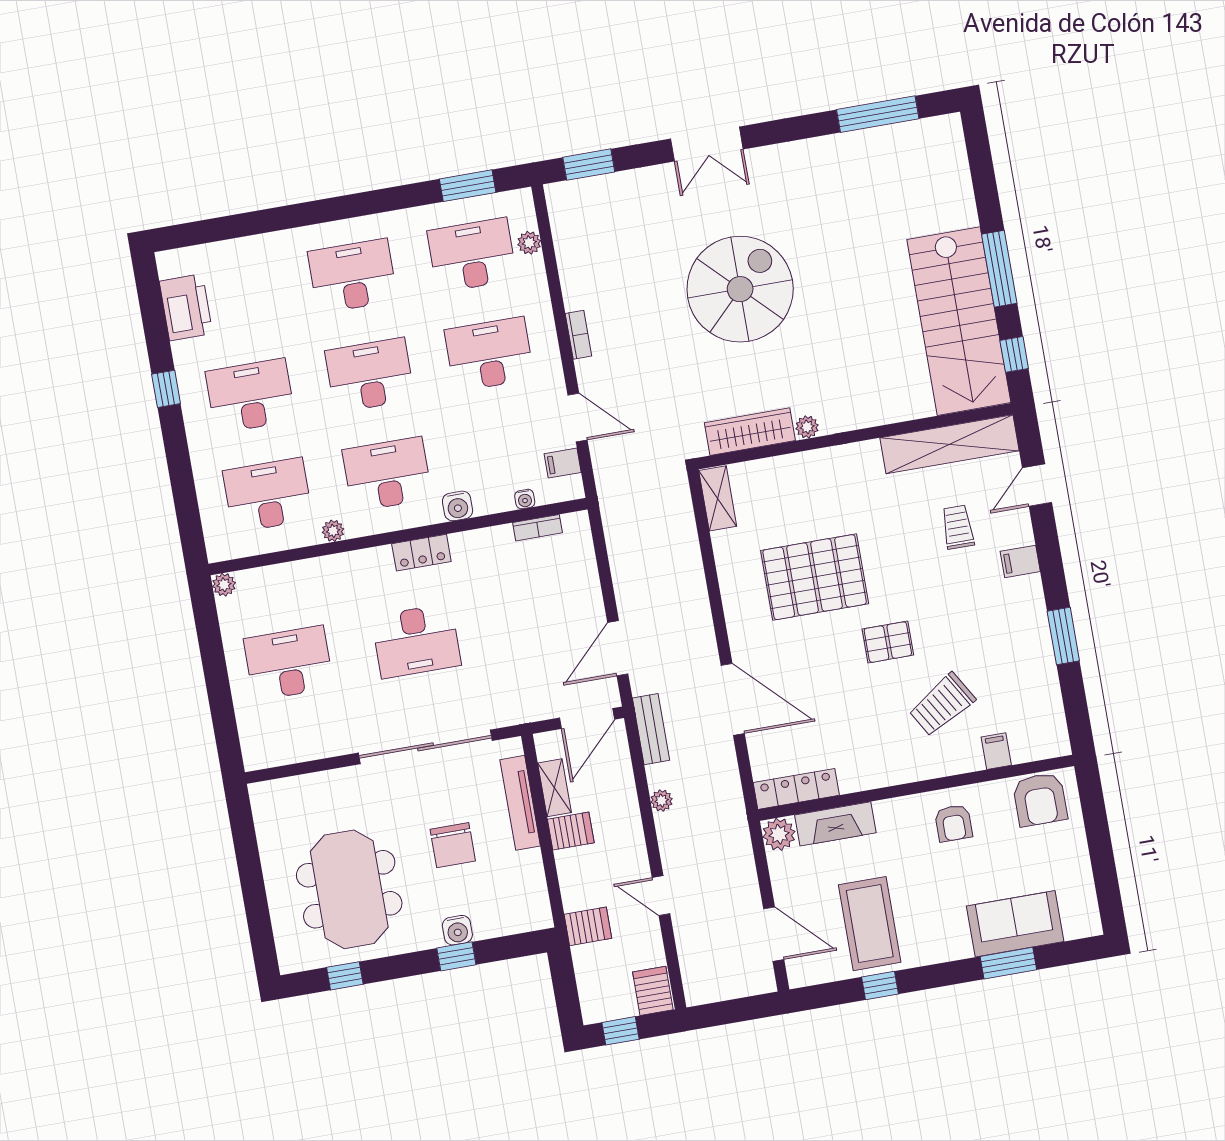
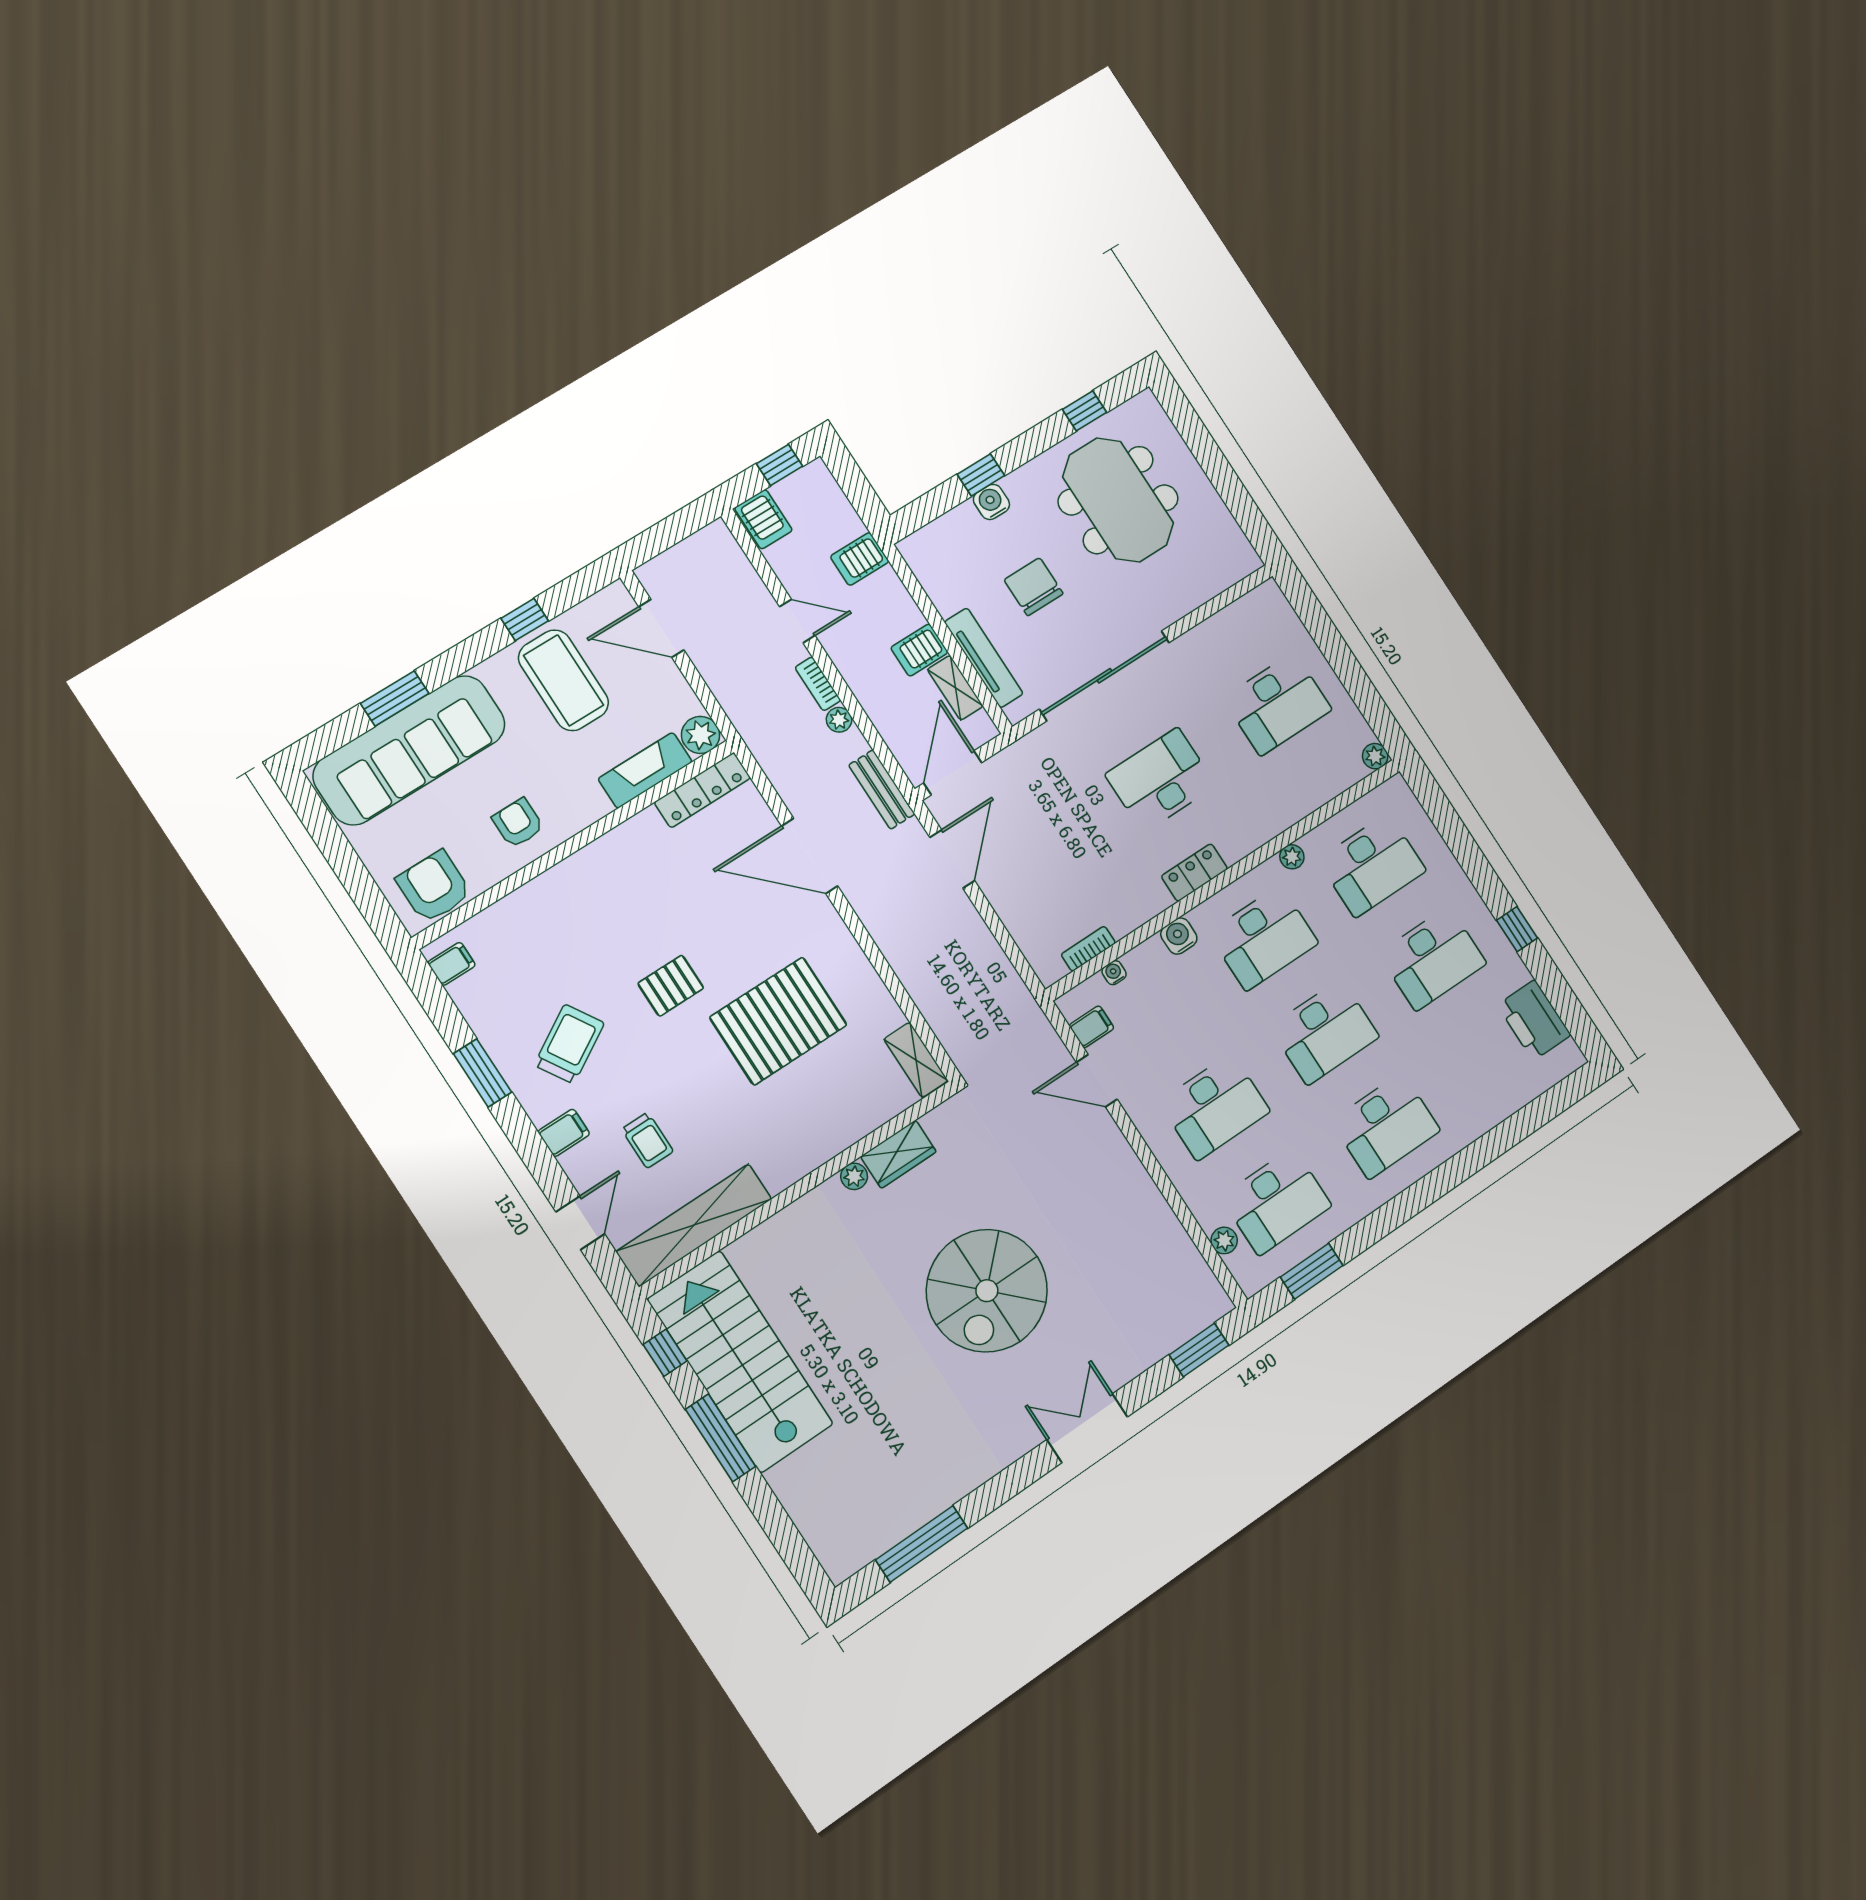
bookcase: (578, 335) -> (818, 684), moved
wardrobe: (750, 432) -> (898, 1154), width x0.67
trolley: (942, 705) -> (569, 1044), moved
filing cabinet: (996, 751) -> (452, 964), moved, turned -90
sofa: (1015, 924) -> (409, 750), width x1.85, depth x1.27

